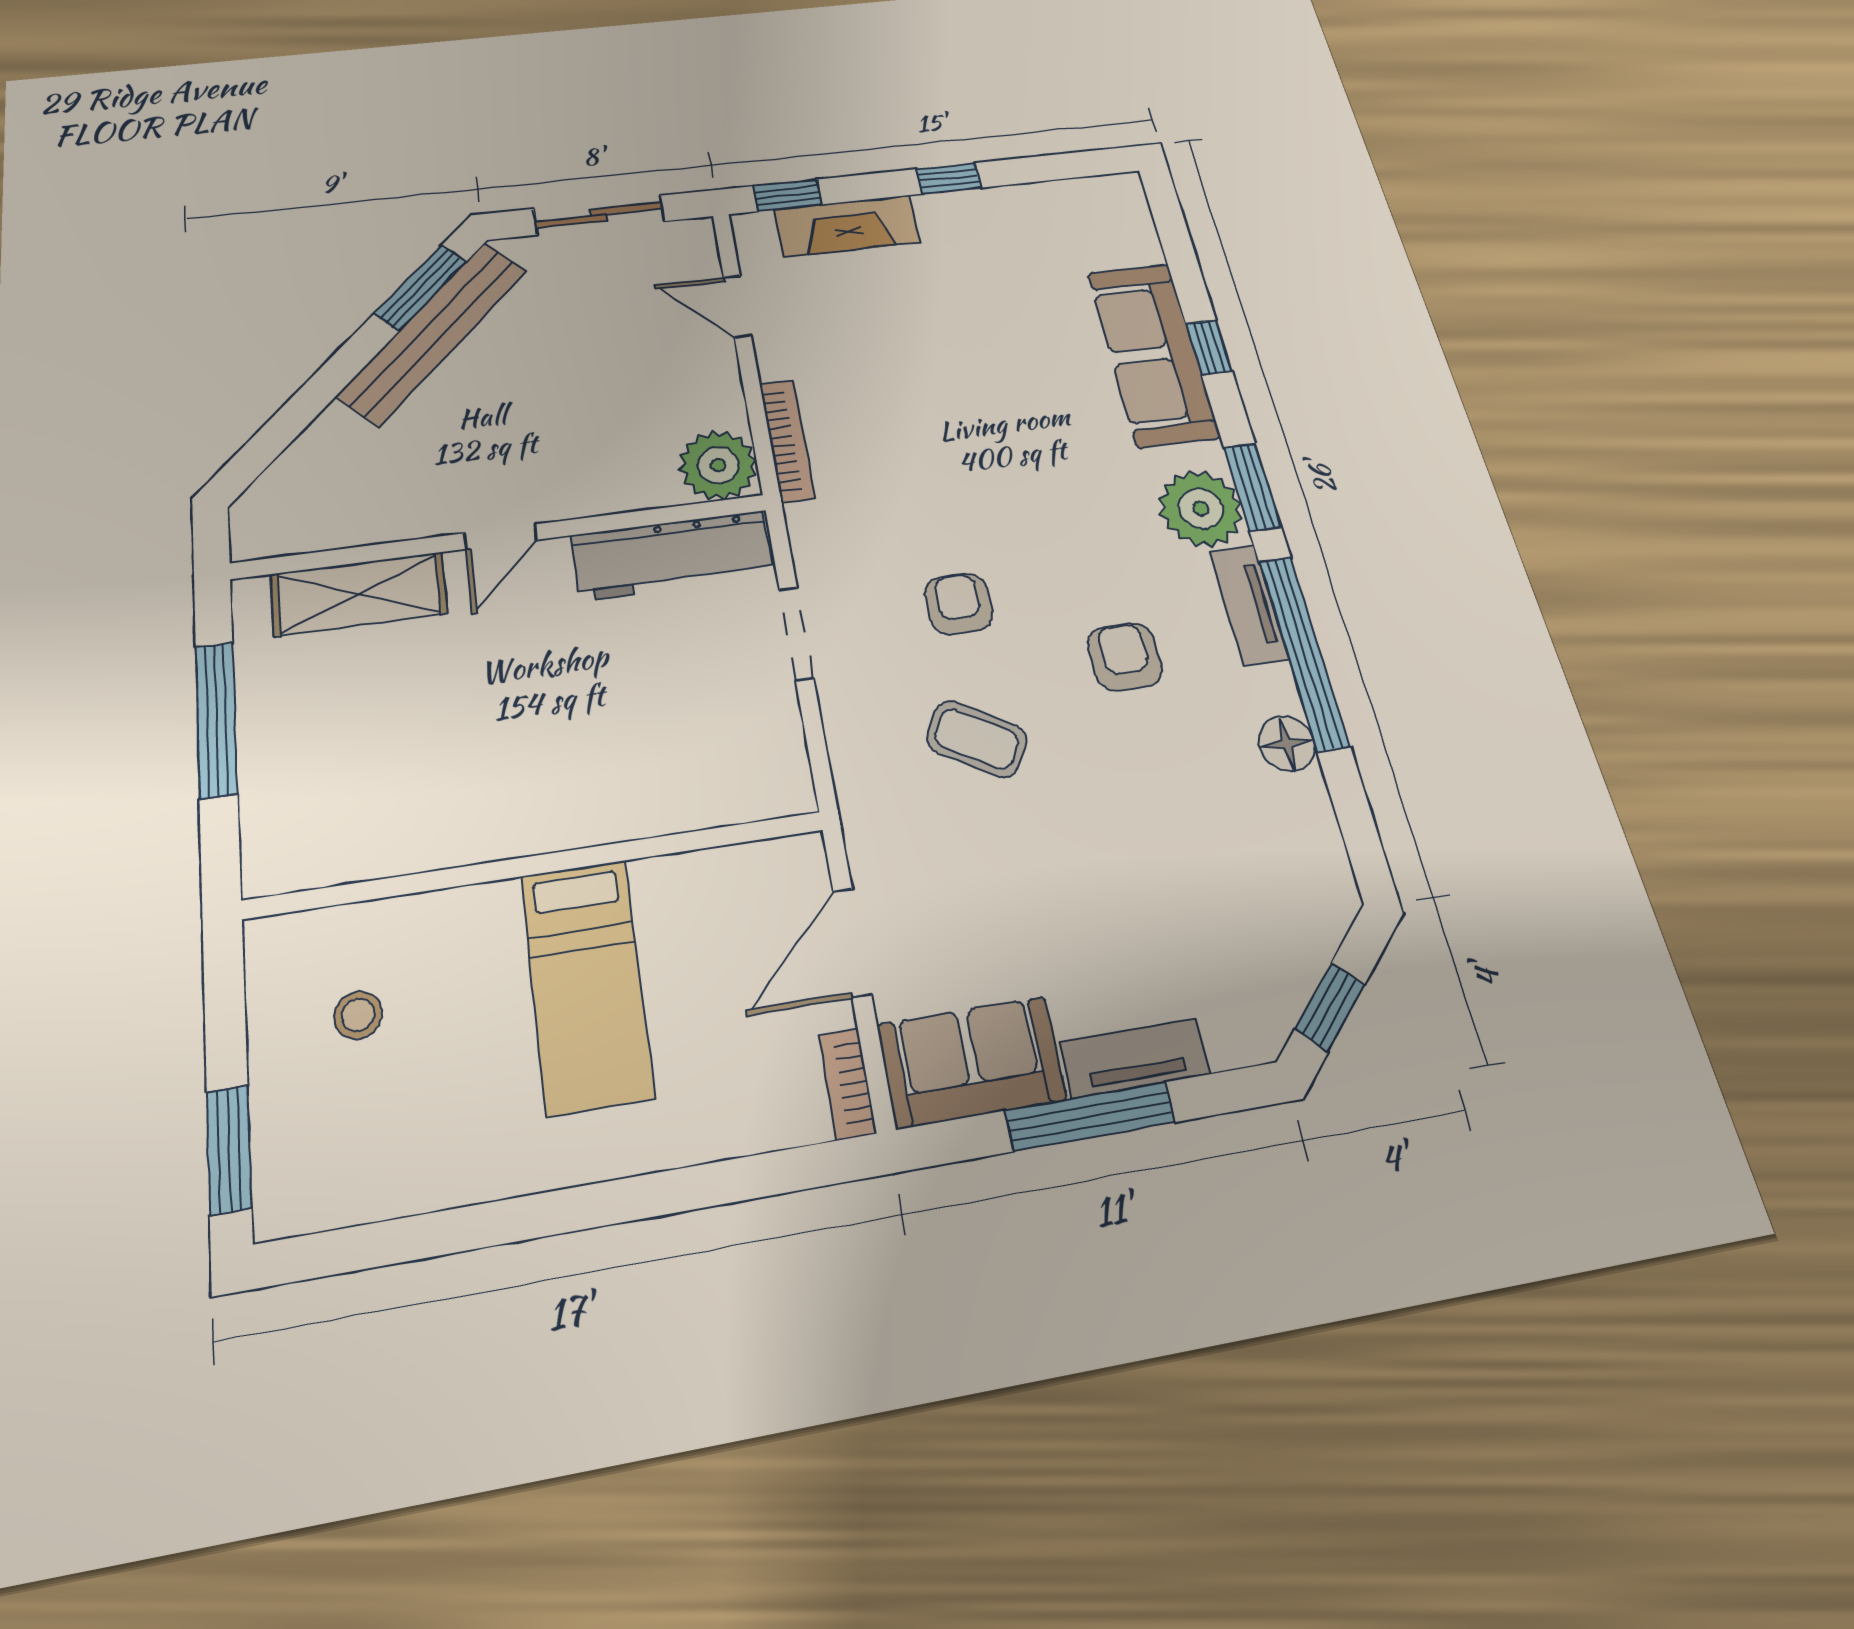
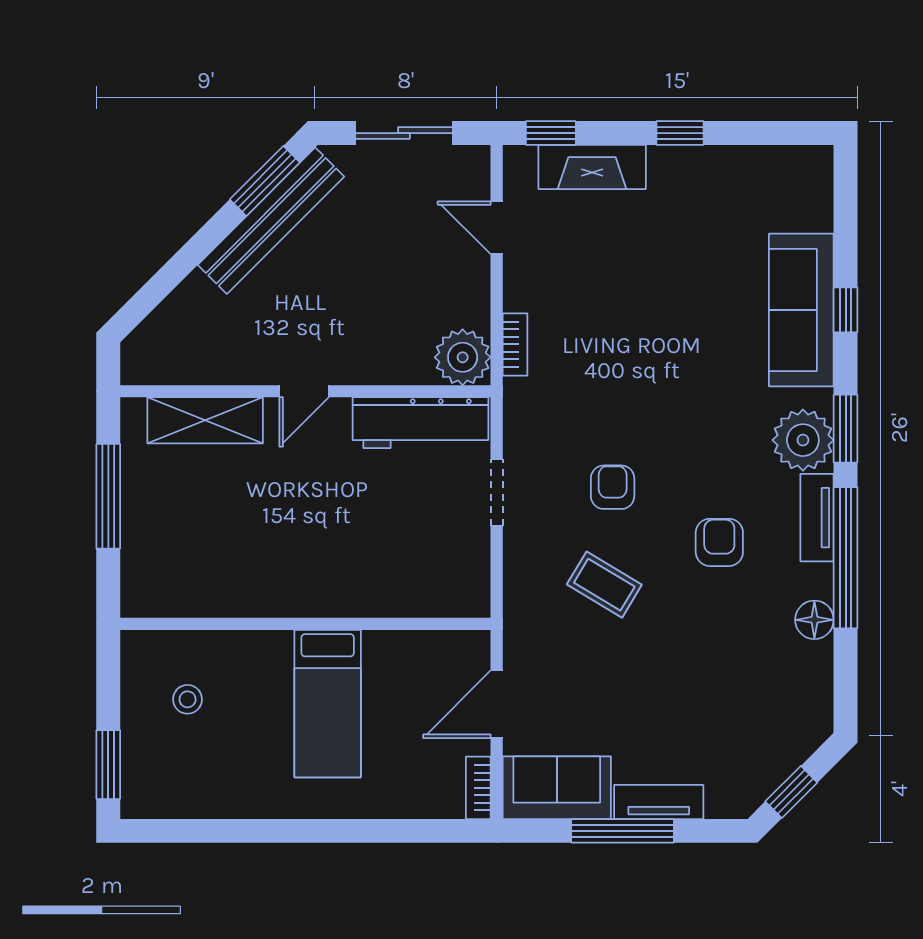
bookcase: (787, 440) -> (515, 344), width x0.64

